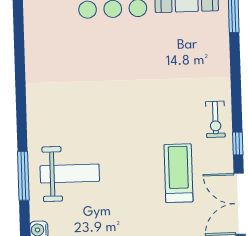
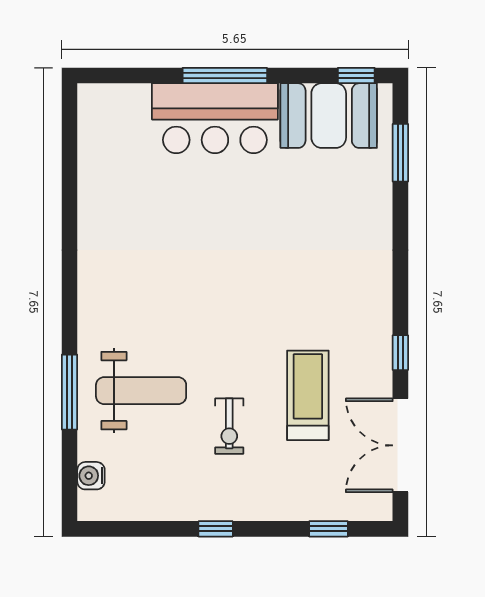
exercise bike: (215, 119) -> (229, 426), moved

